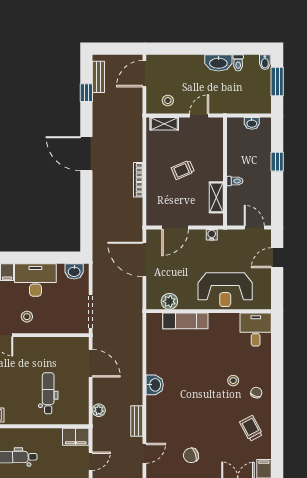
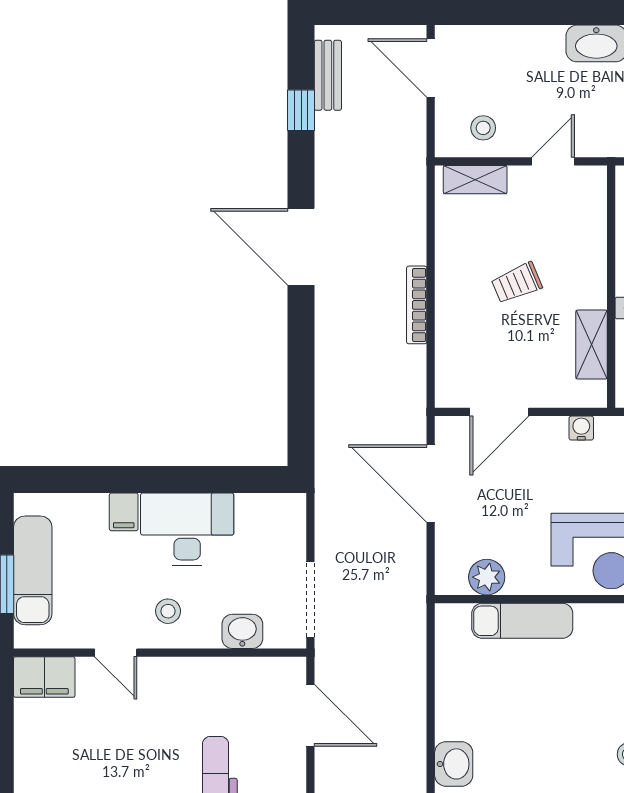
door: (144, 74) -> (431, 68), hinge flipped
washbasin: (74, 271) -> (242, 631), moved, turned 180

